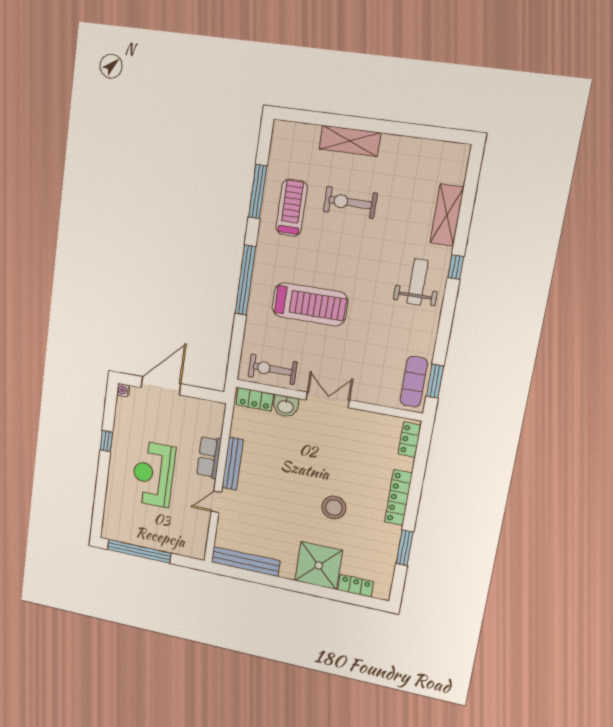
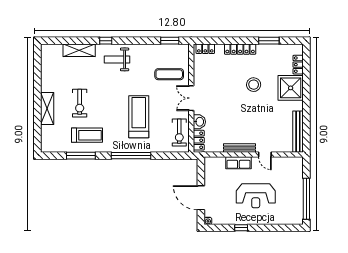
treadmill: (292, 208) -> (87, 135), turned 180
exercise mat: (414, 382) -> (169, 74), moved

